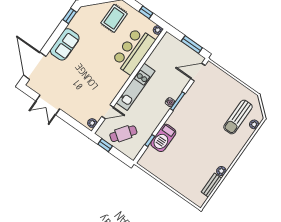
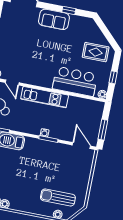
window: (70, 16) -> (69, 10), moved

